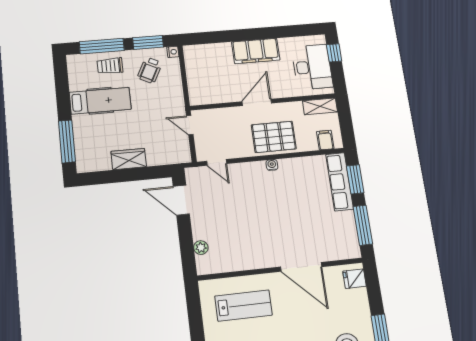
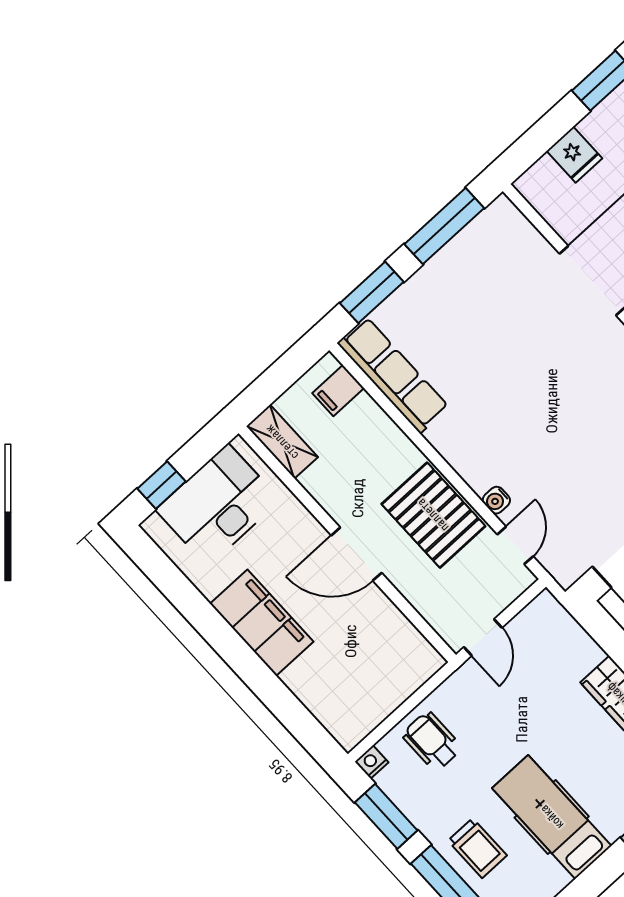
wheelchair: (150, 70) -> (432, 741), moved, turned -117
pallet: (274, 137) -> (433, 515), moved
water cooler: (272, 165) -> (496, 500), moved
row of seats: (340, 182) -> (393, 375), moved, turned -90
fridge: (354, 279) -> (574, 155), moved

